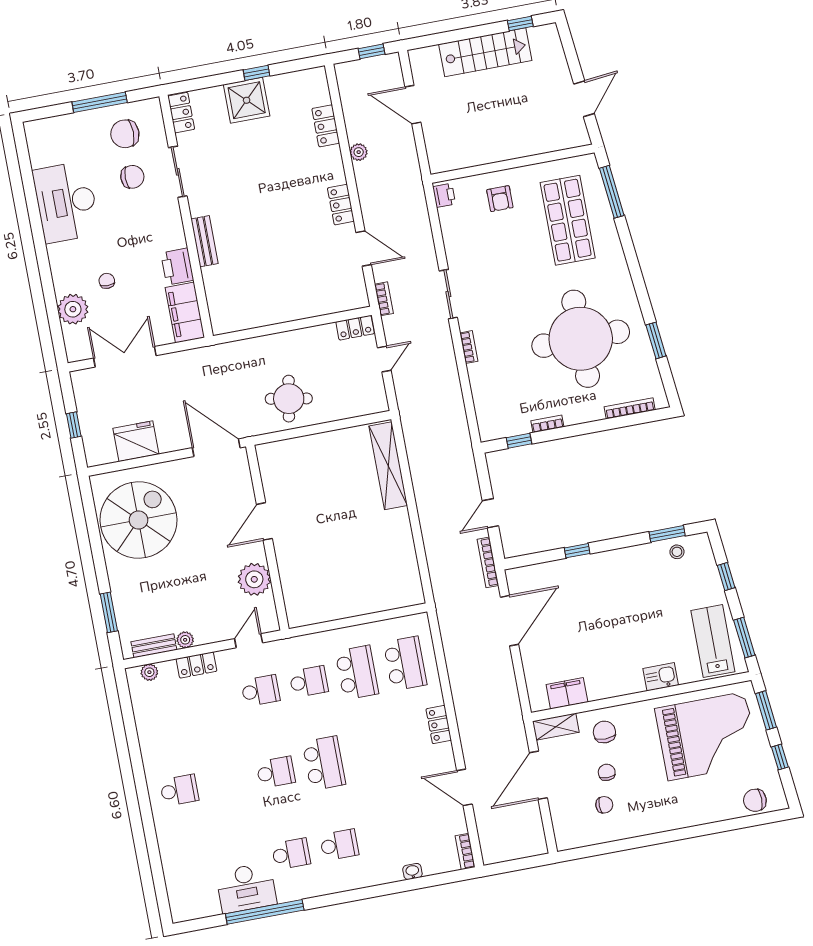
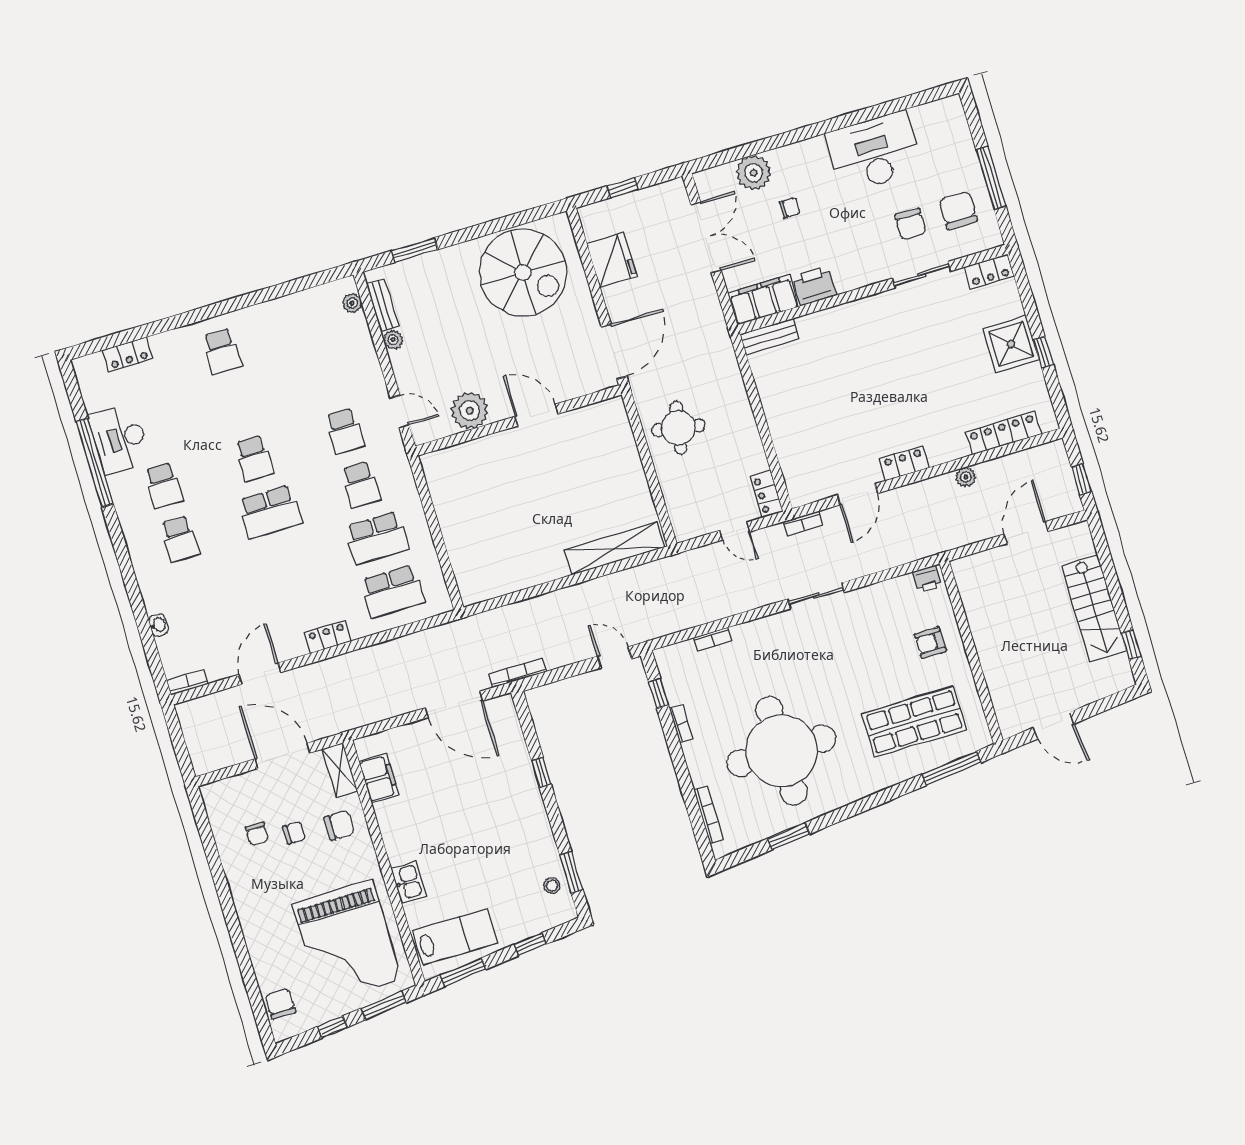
locker: (326, 126) -> (1003, 433), width x1.53
bench: (204, 241) -> (770, 336), moved
bookcase: (469, 347) -> (712, 639), moved
door: (490, 513) -> (614, 657), moved
locker: (196, 665) -> (128, 354), moved, turned -90

